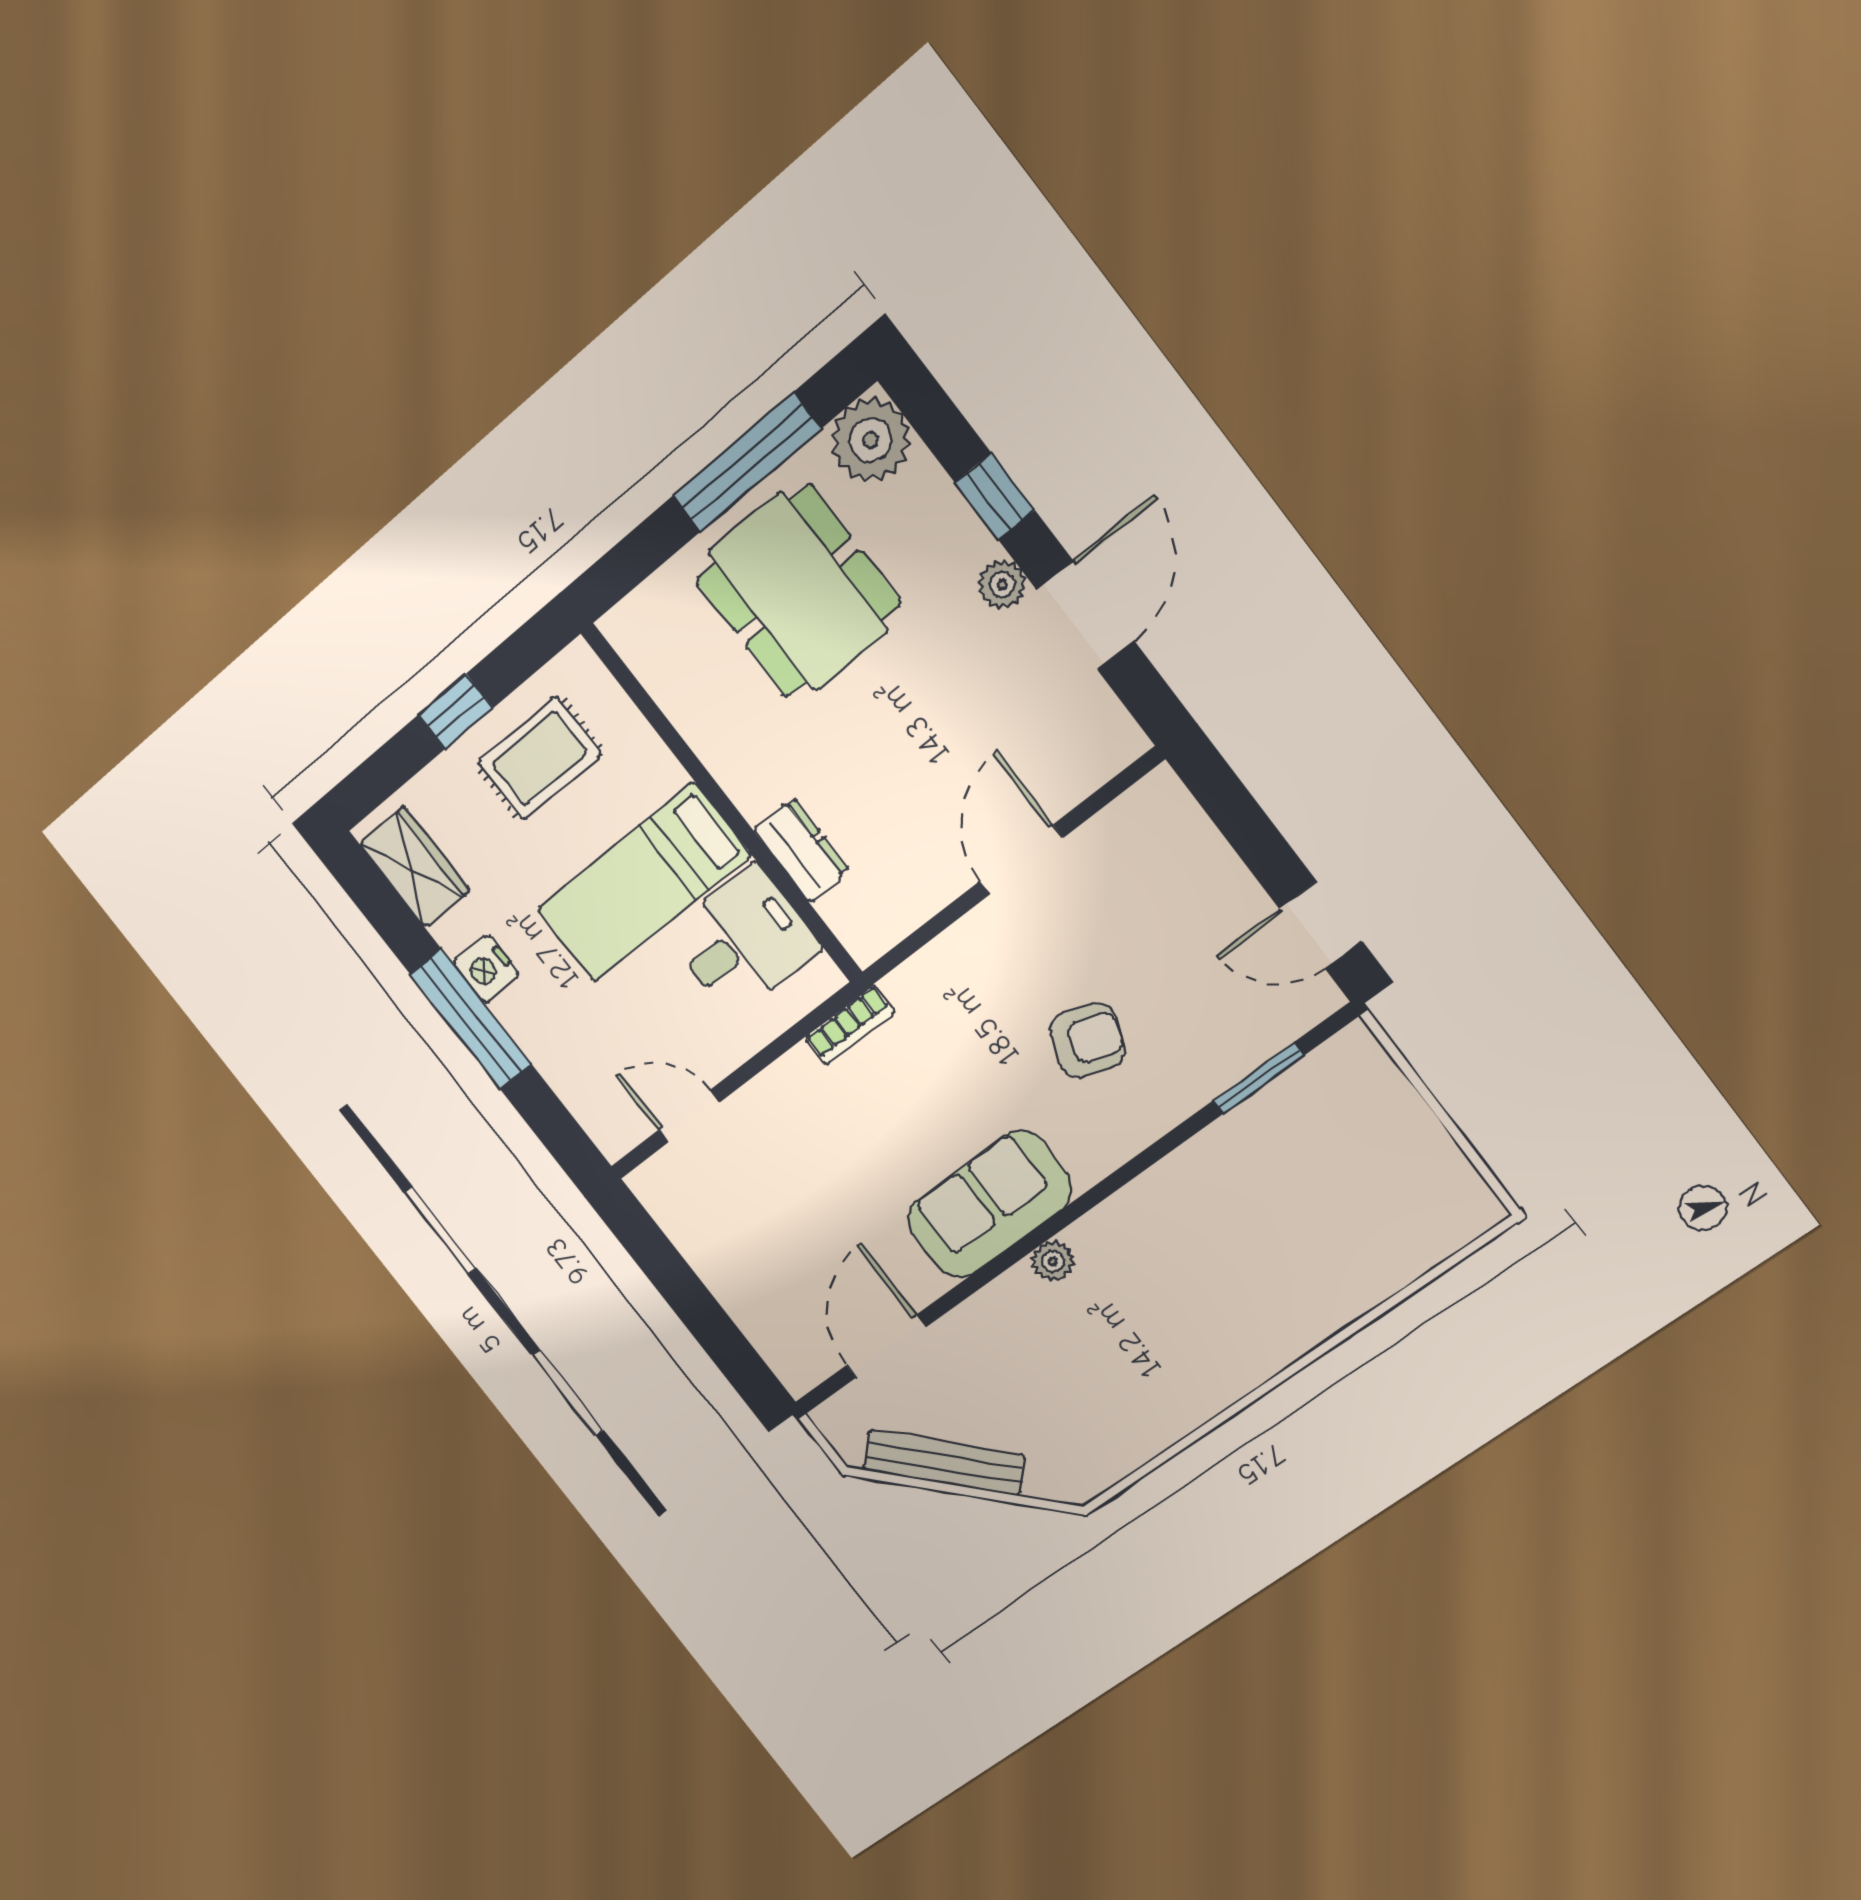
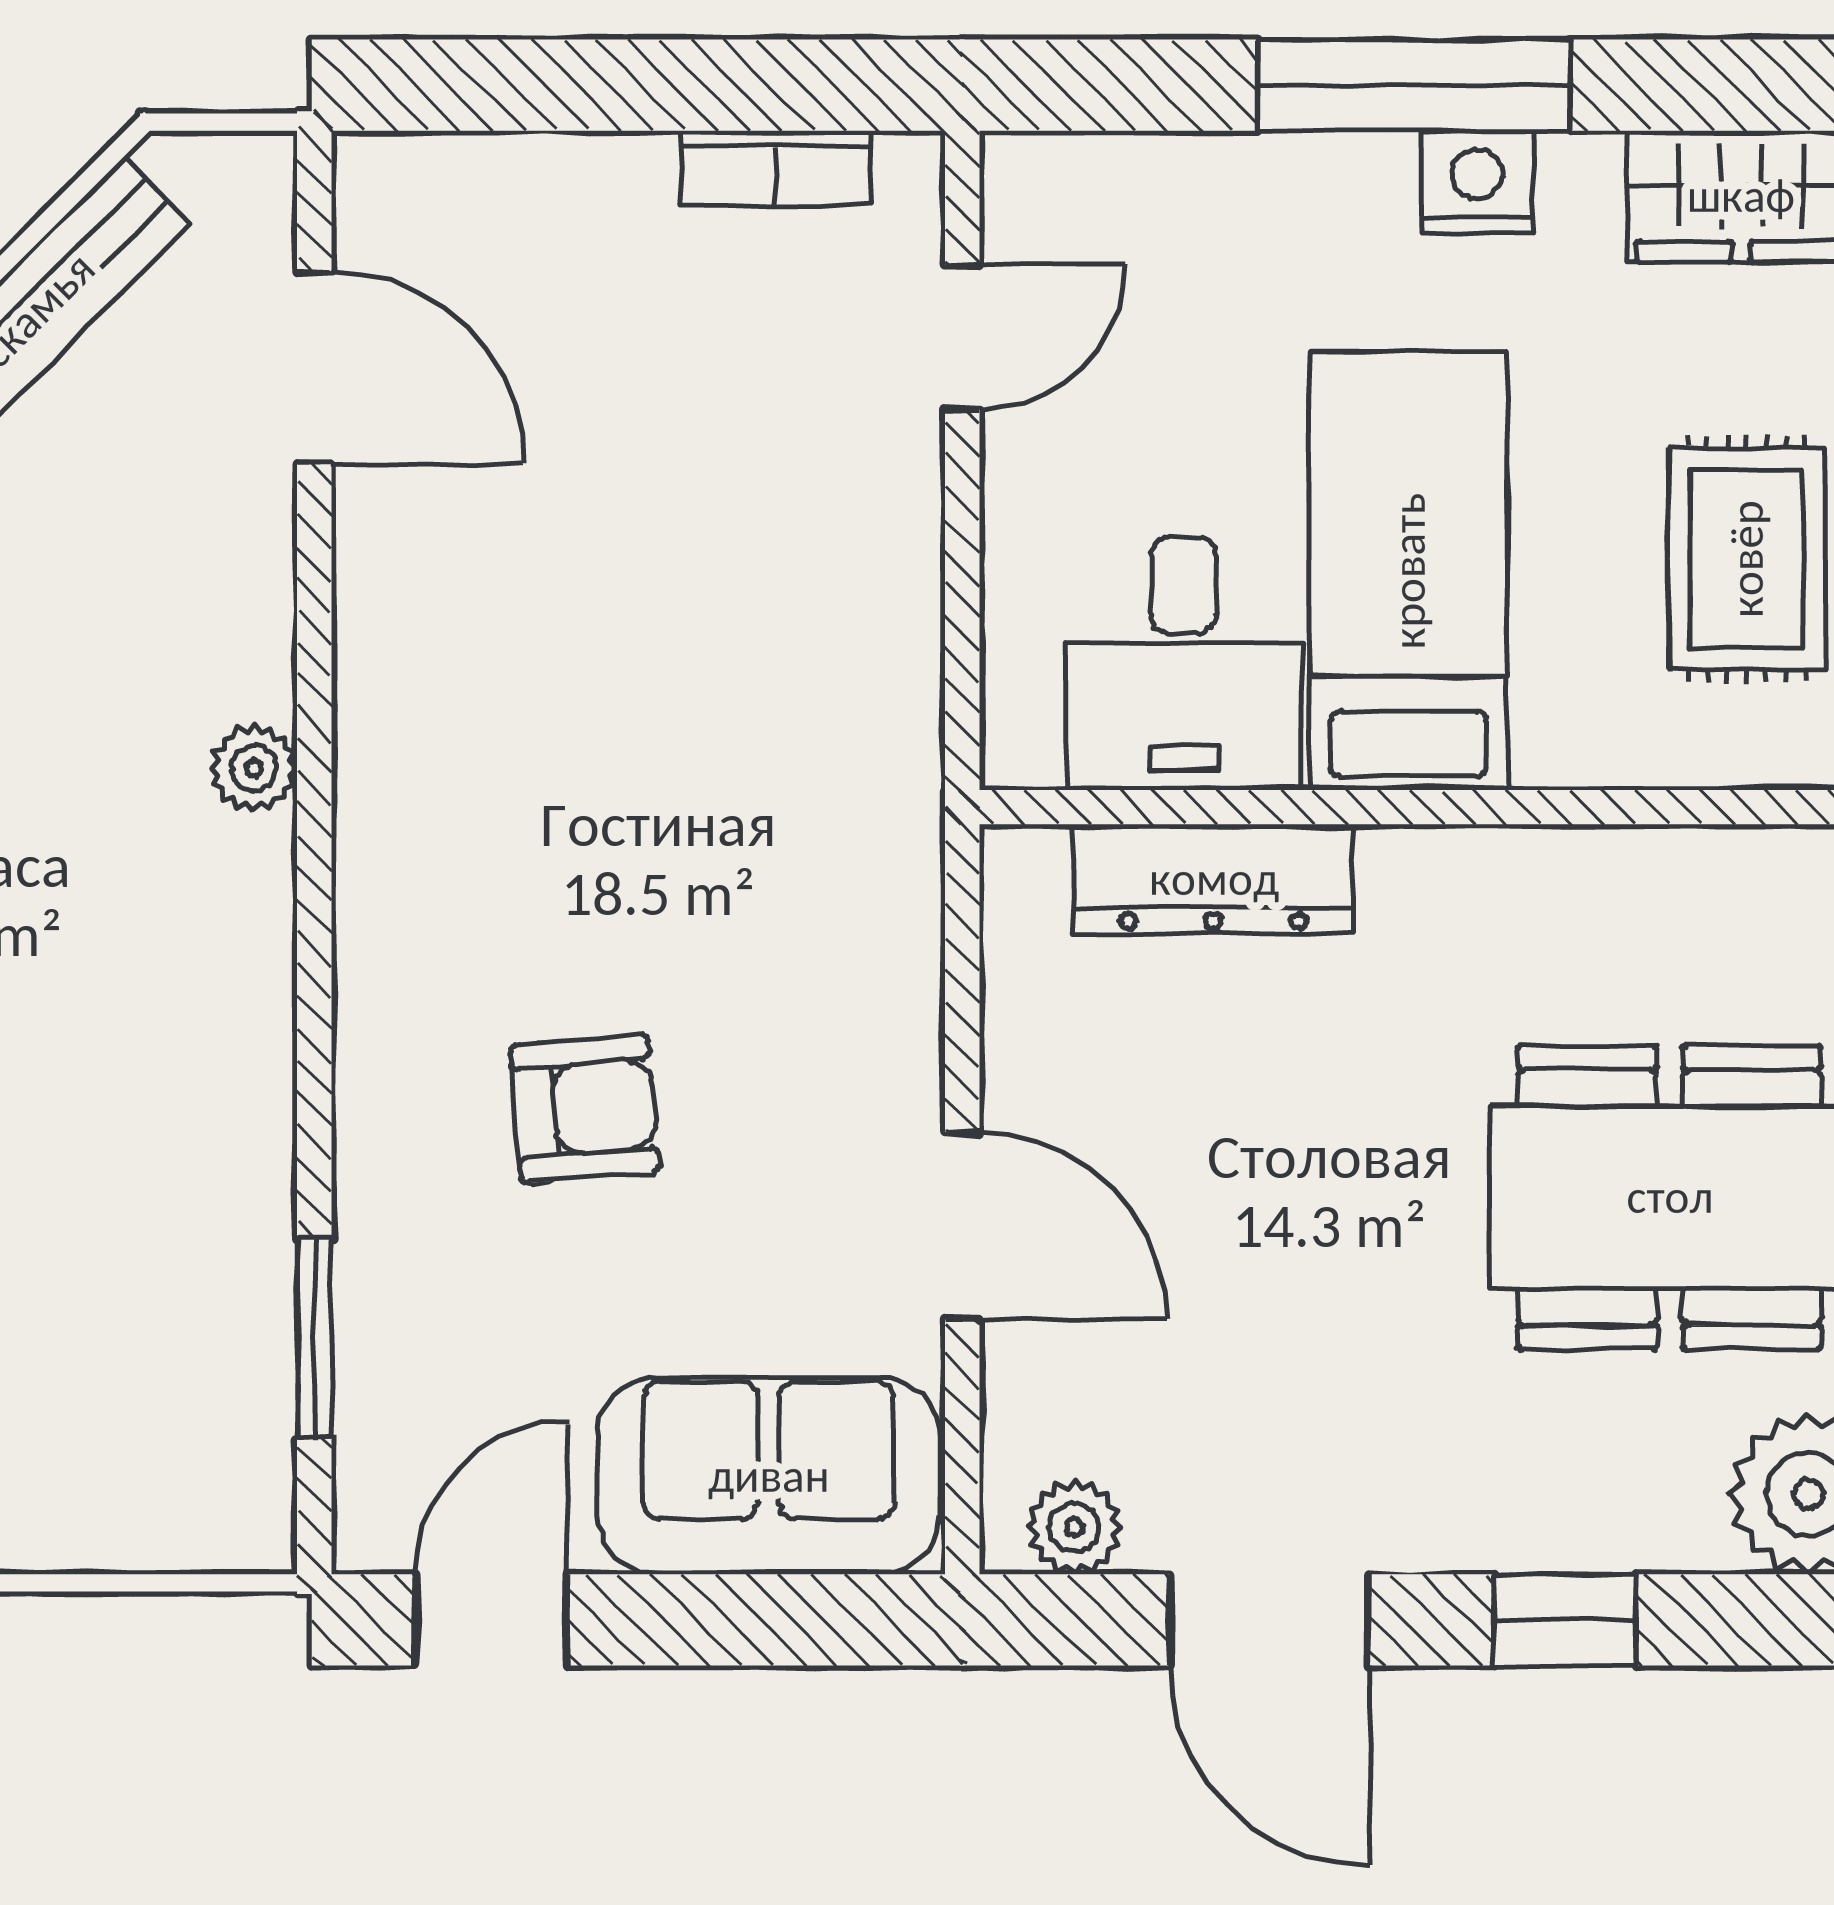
plant: (1002, 585) -> (1074, 1527), moved
dresser: (801, 850) -> (1214, 879), width x1.44
bookcase: (850, 1025) -> (775, 168), moved, turned -90
armchair: (1088, 1040) -> (585, 1108), turned -114
sofa: (989, 1205) -> (769, 1476), moved, turned -90

